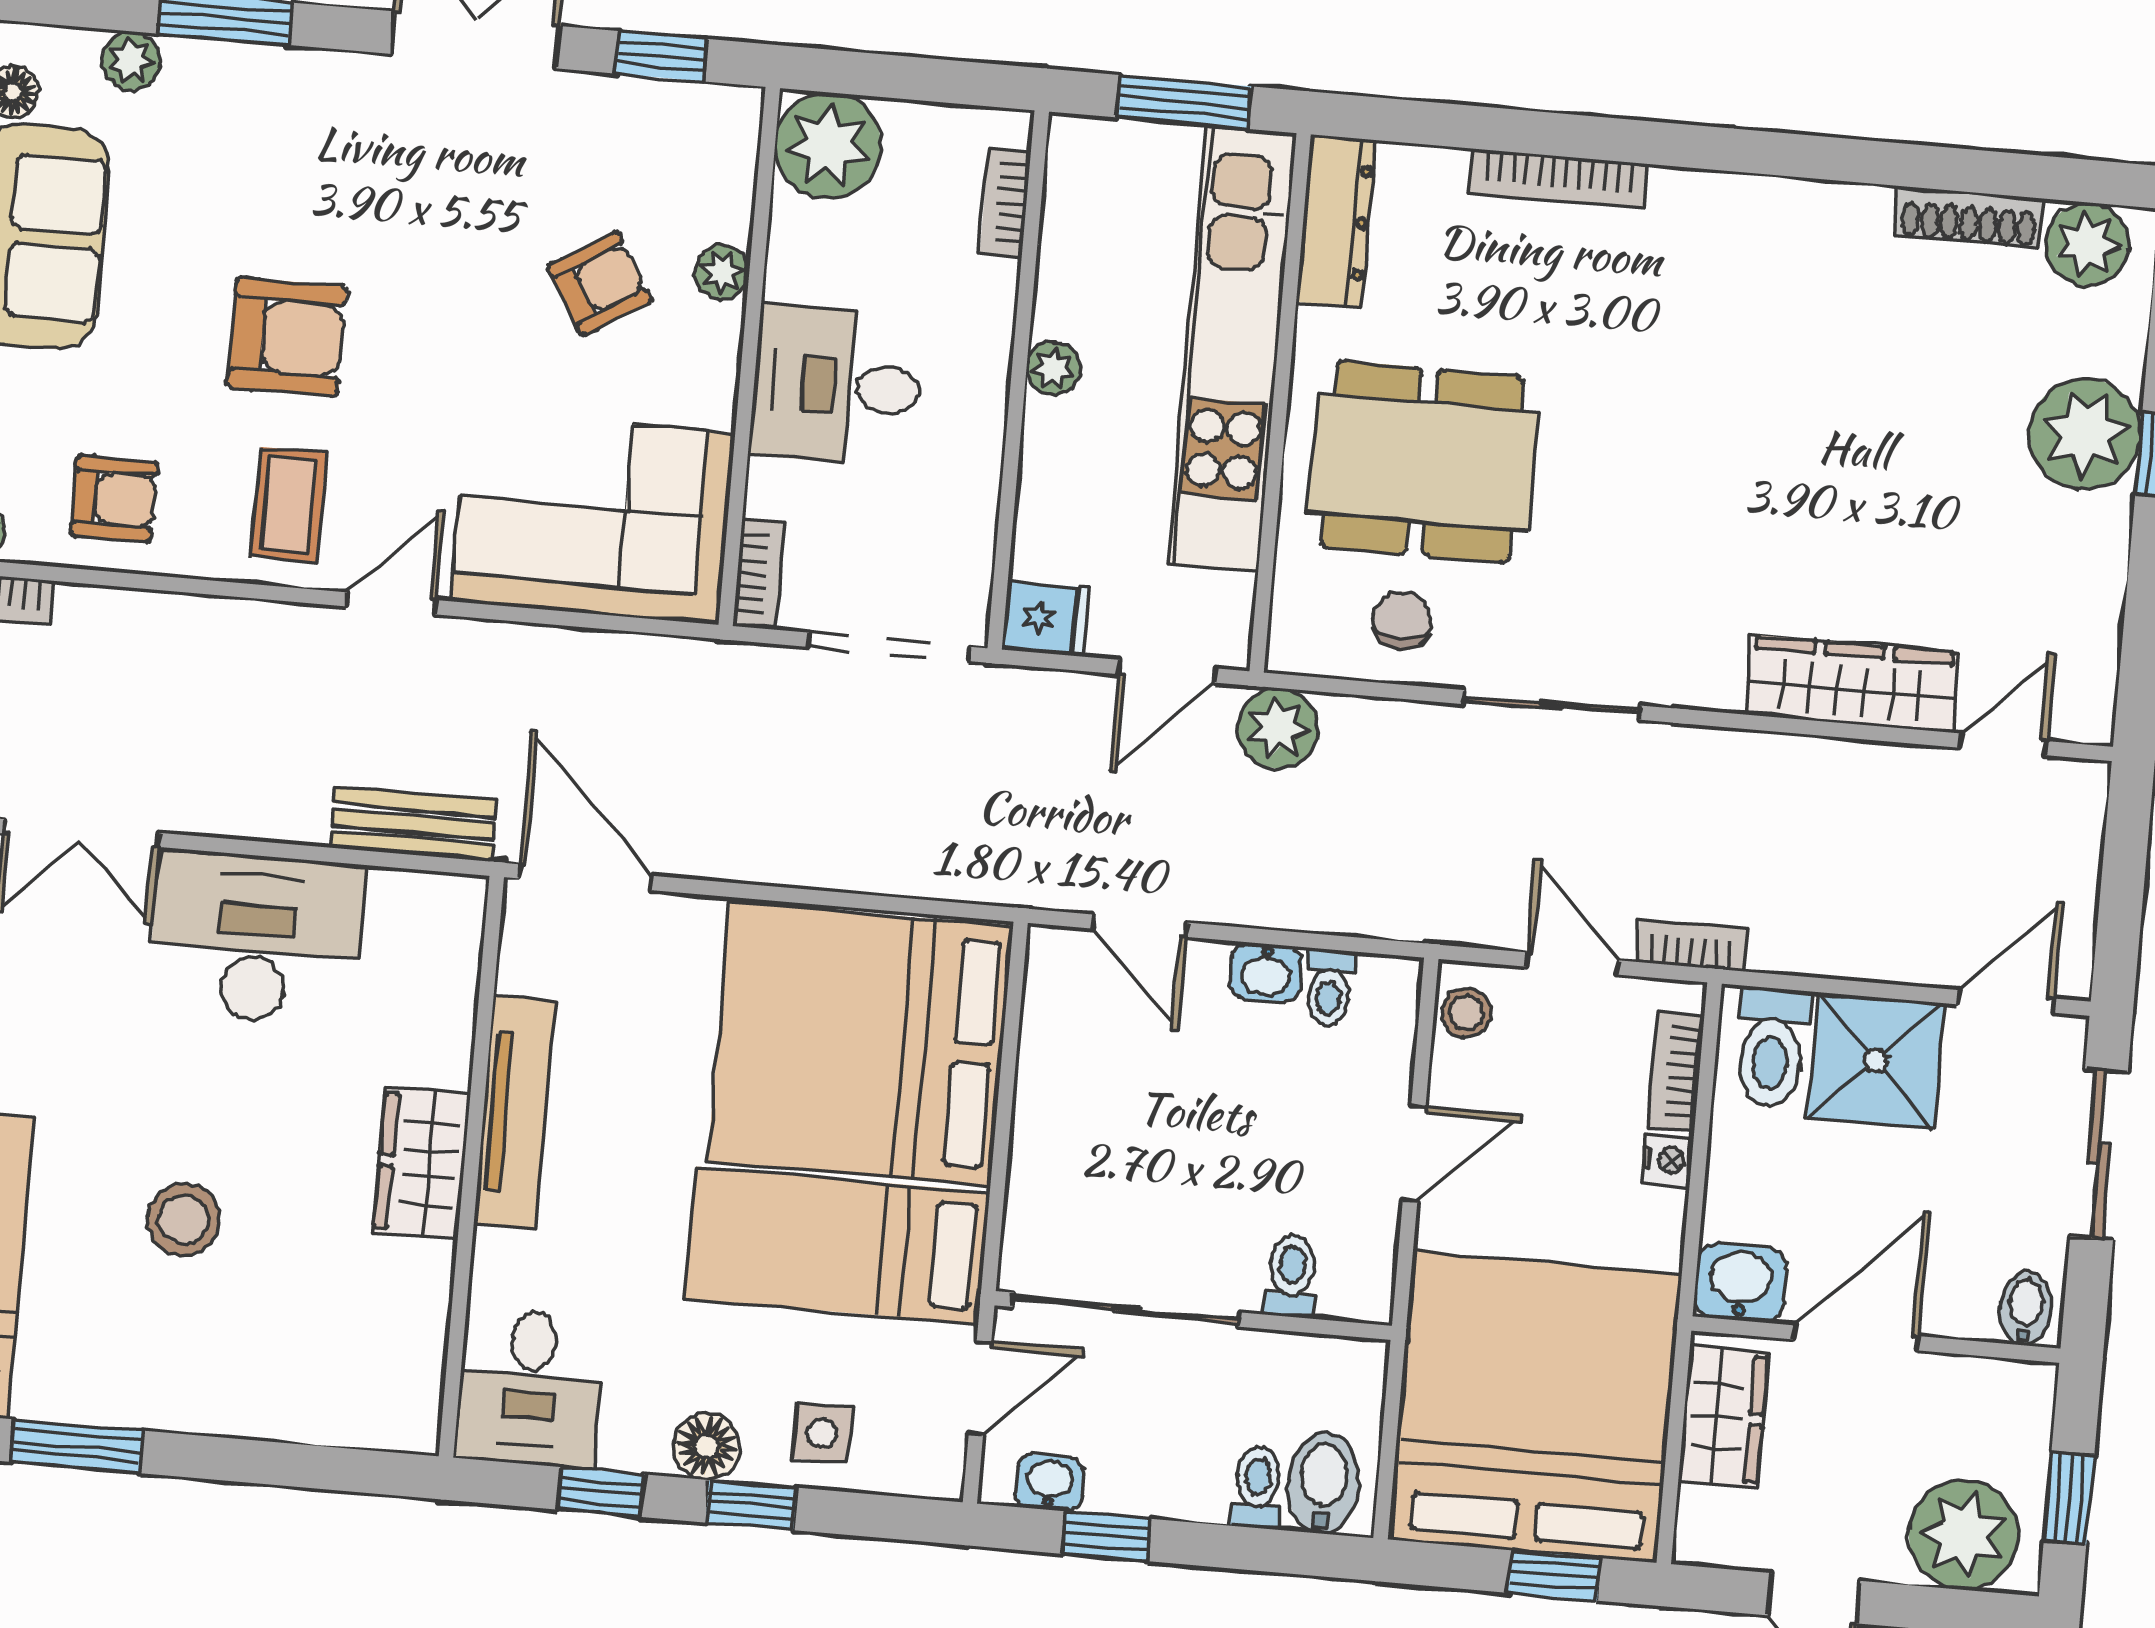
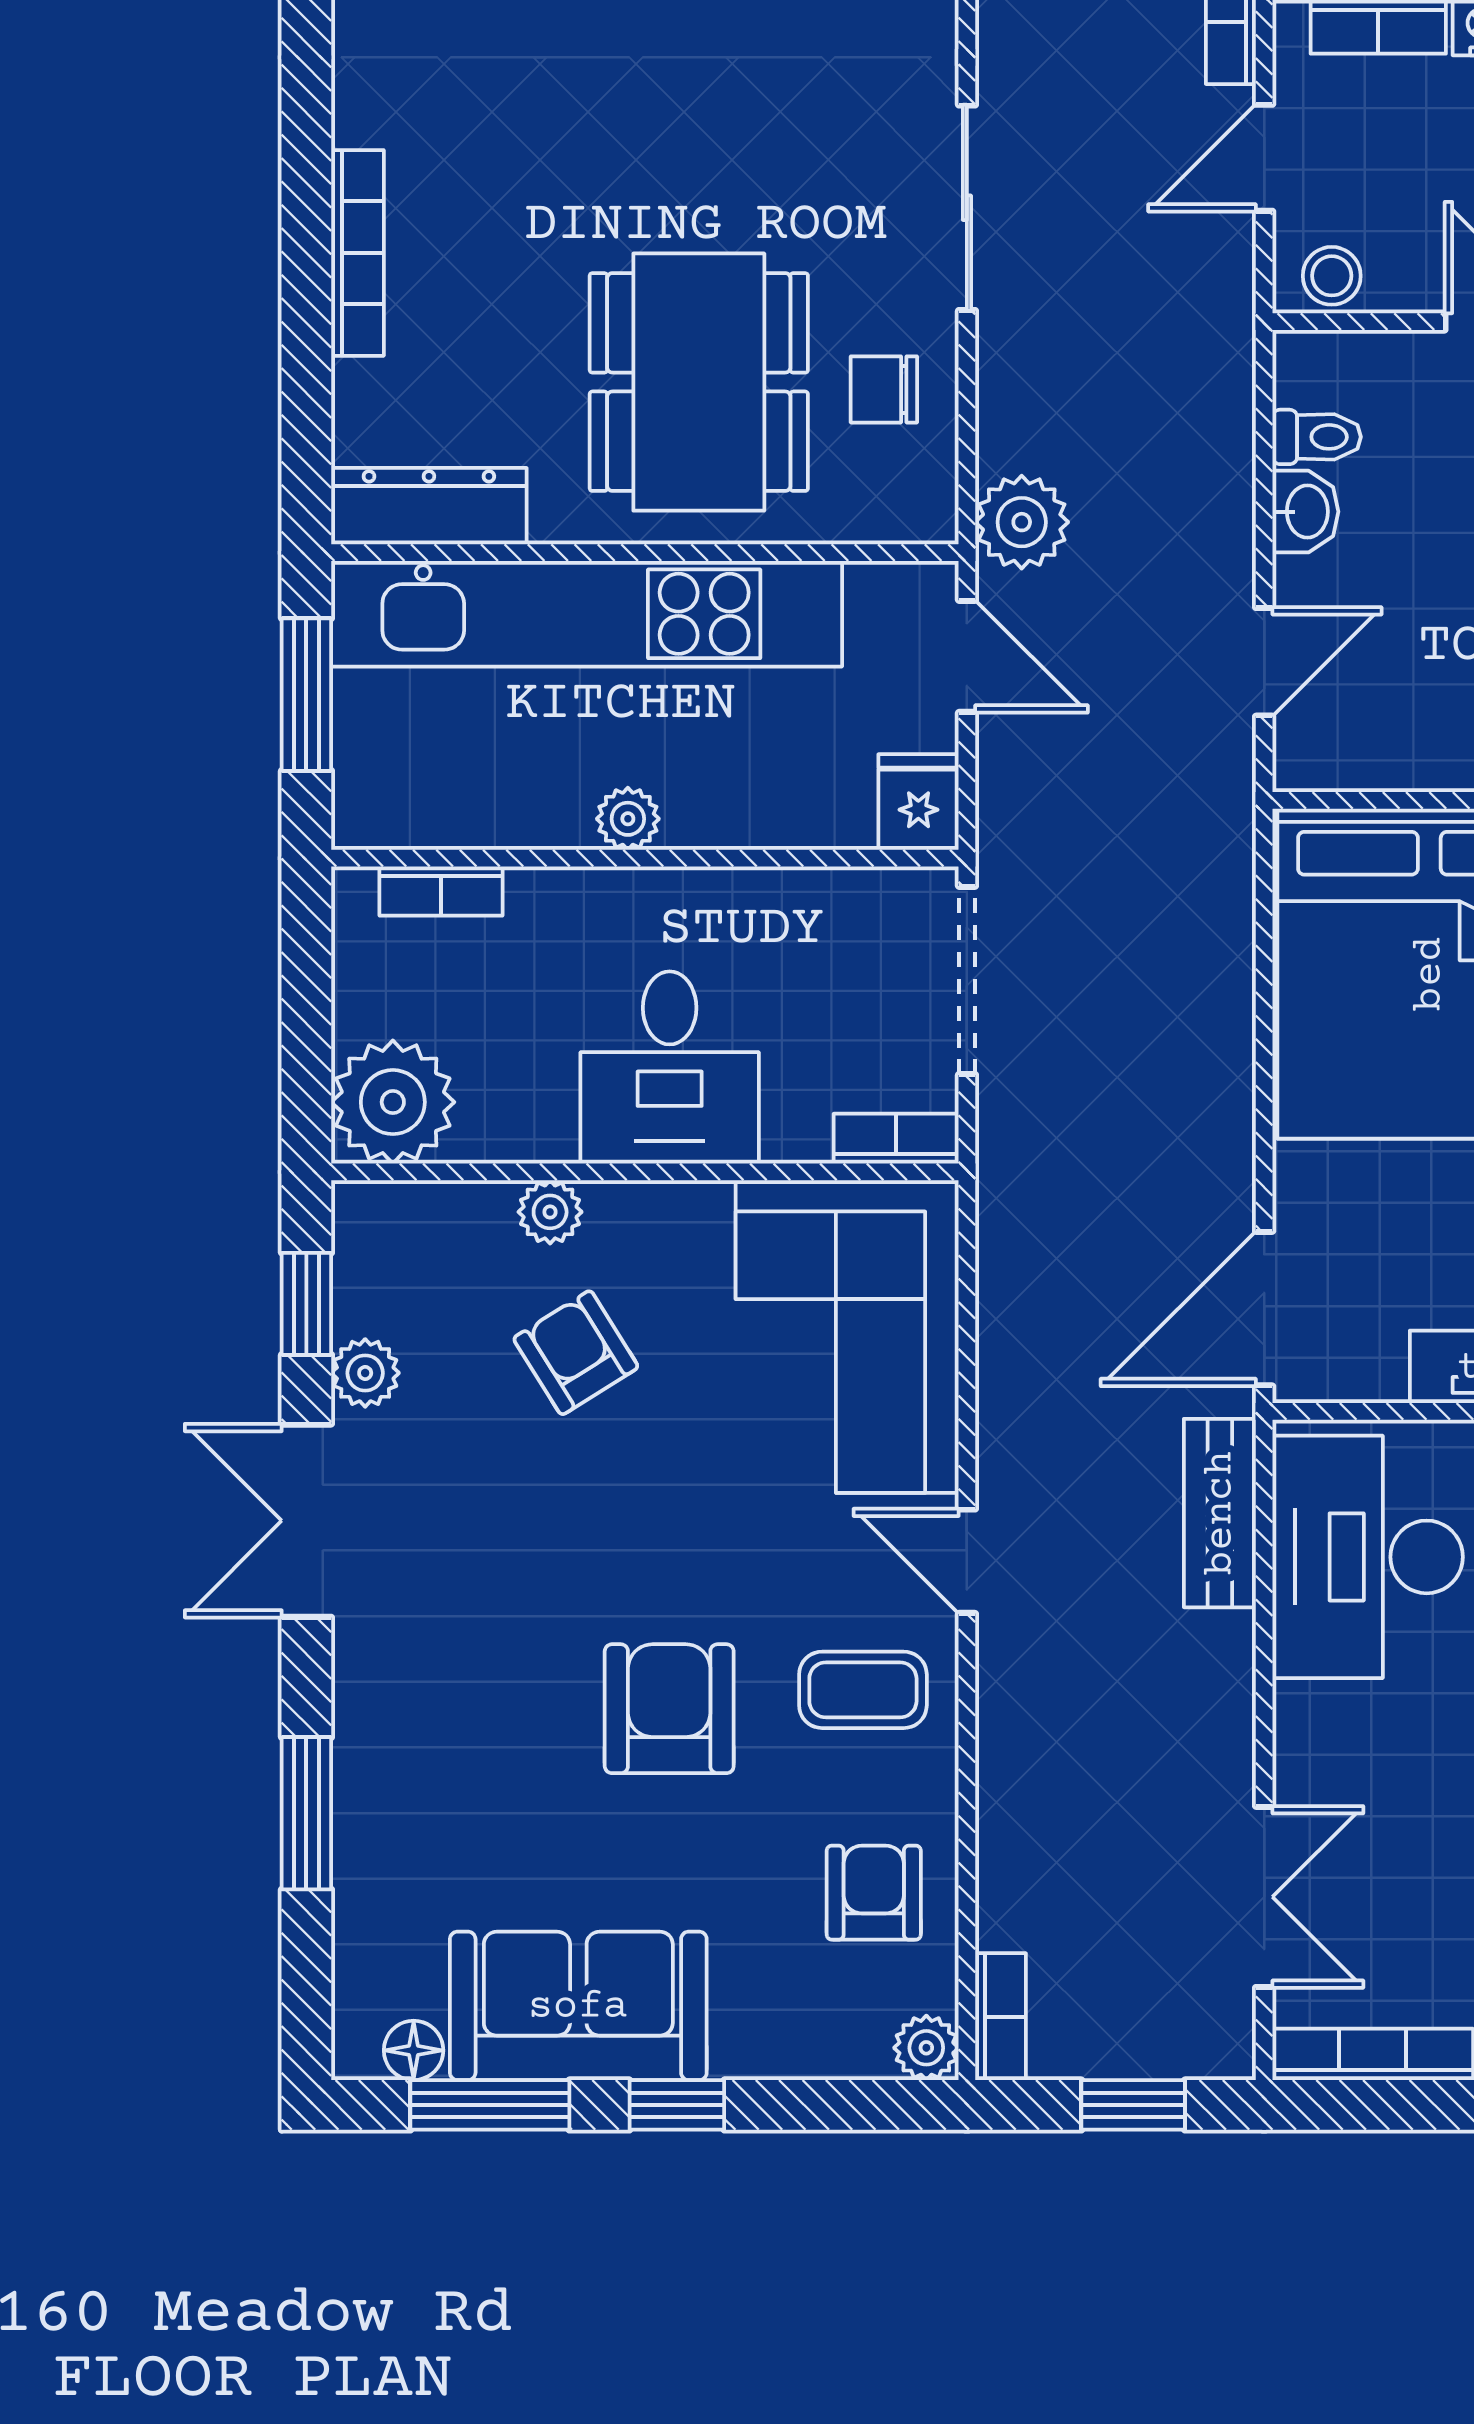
plant: (131, 61) -> (365, 1373), moved
desk: (257, 938) -> (1368, 1557), moved

